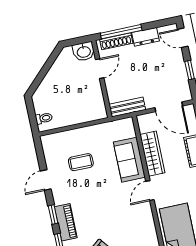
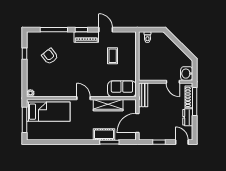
door: (183, 38) -> (182, 142), hinge flipped
sofa: (129, 160) -> (122, 89), moved
piano: (66, 222) -> (86, 37), moved

